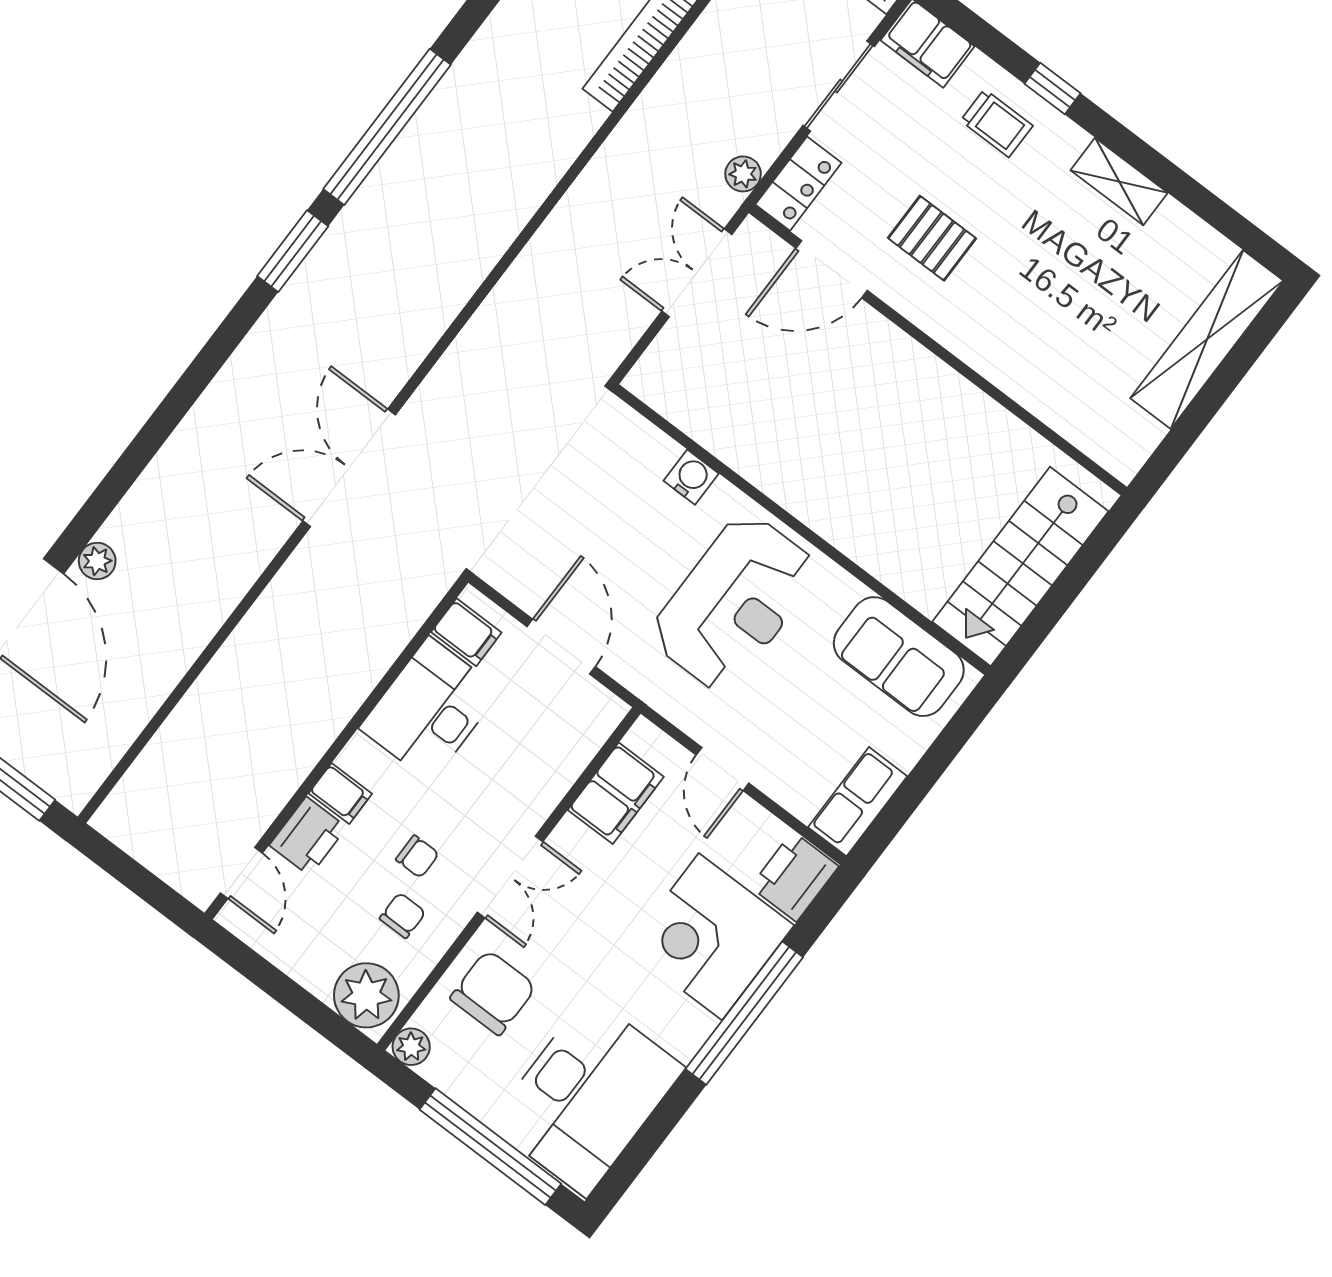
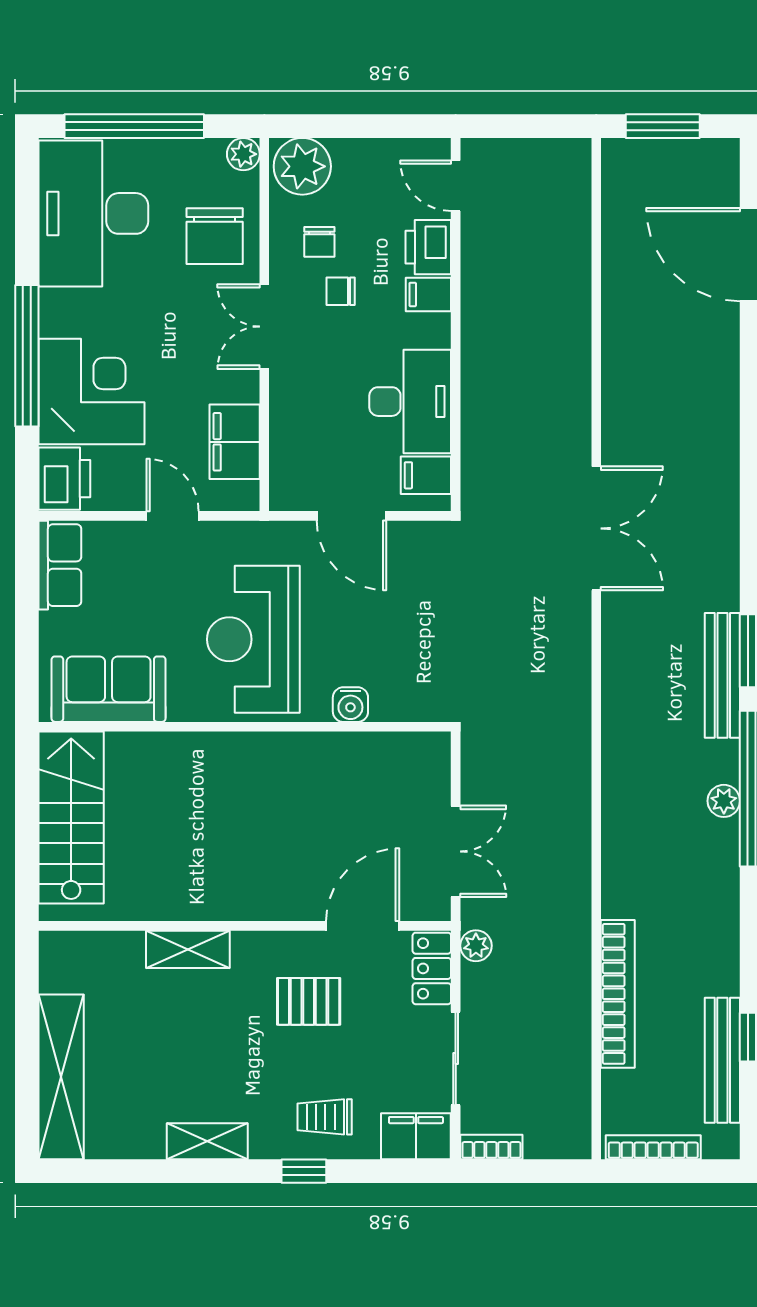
bench: (336, 249) -> (722, 675), added
shelving: (1005, 368) -> (188, 949), added
plant: (97, 561) -> (724, 801), moved

